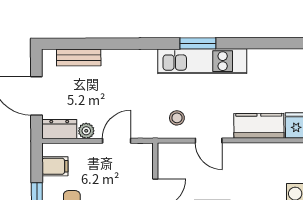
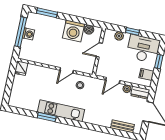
window: (198, 43) -> (47, 117), moved
kitchen counter: (259, 126) -> (40, 72), removed
door: (209, 140) -> (67, 70), swing flipped

